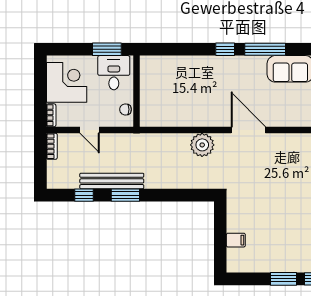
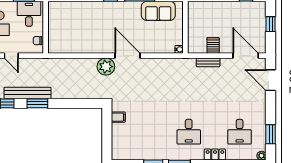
plant: (202, 145) -> (106, 67), moved
filing cabinet: (236, 240) -> (118, 117), moved

